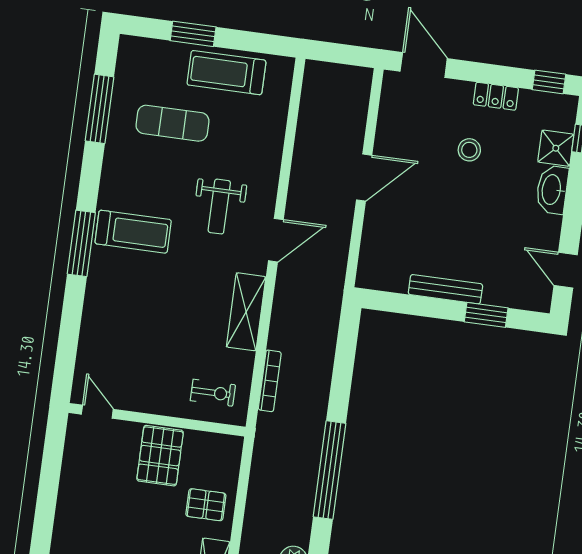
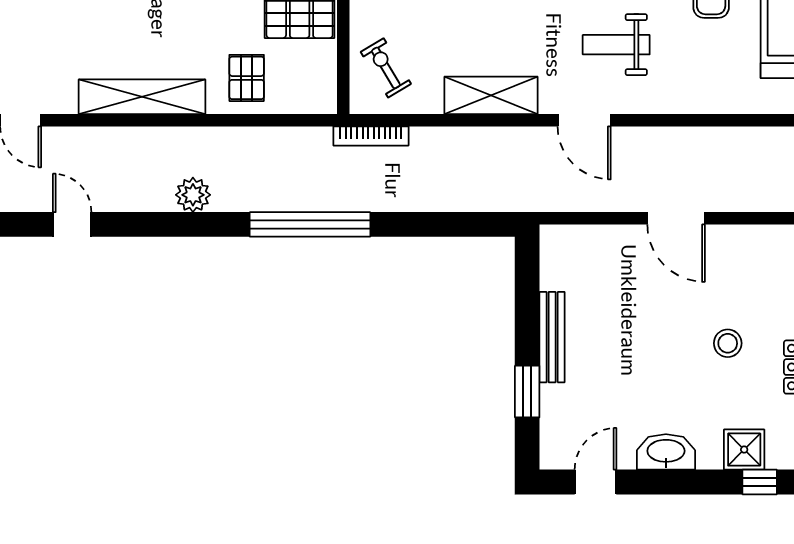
washbasin: (552, 190) -> (666, 452), moved
bookcase: (270, 381) -> (371, 136), moved
exercise bike: (213, 393) -> (386, 68), turned 149

